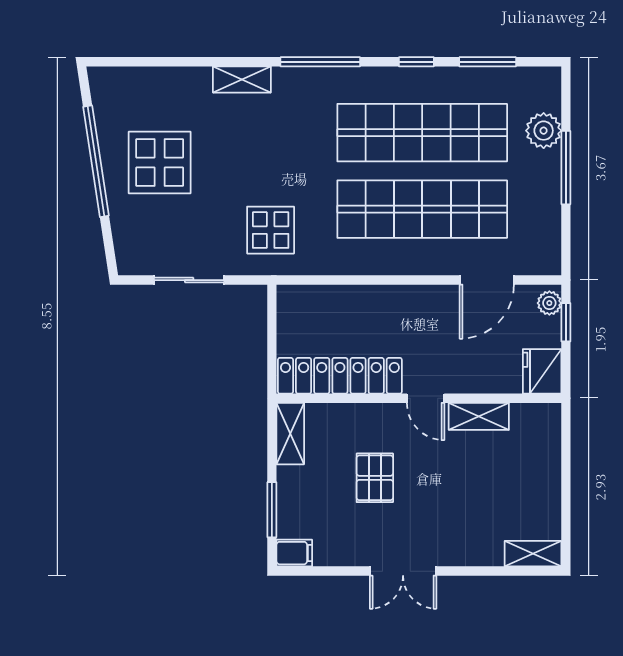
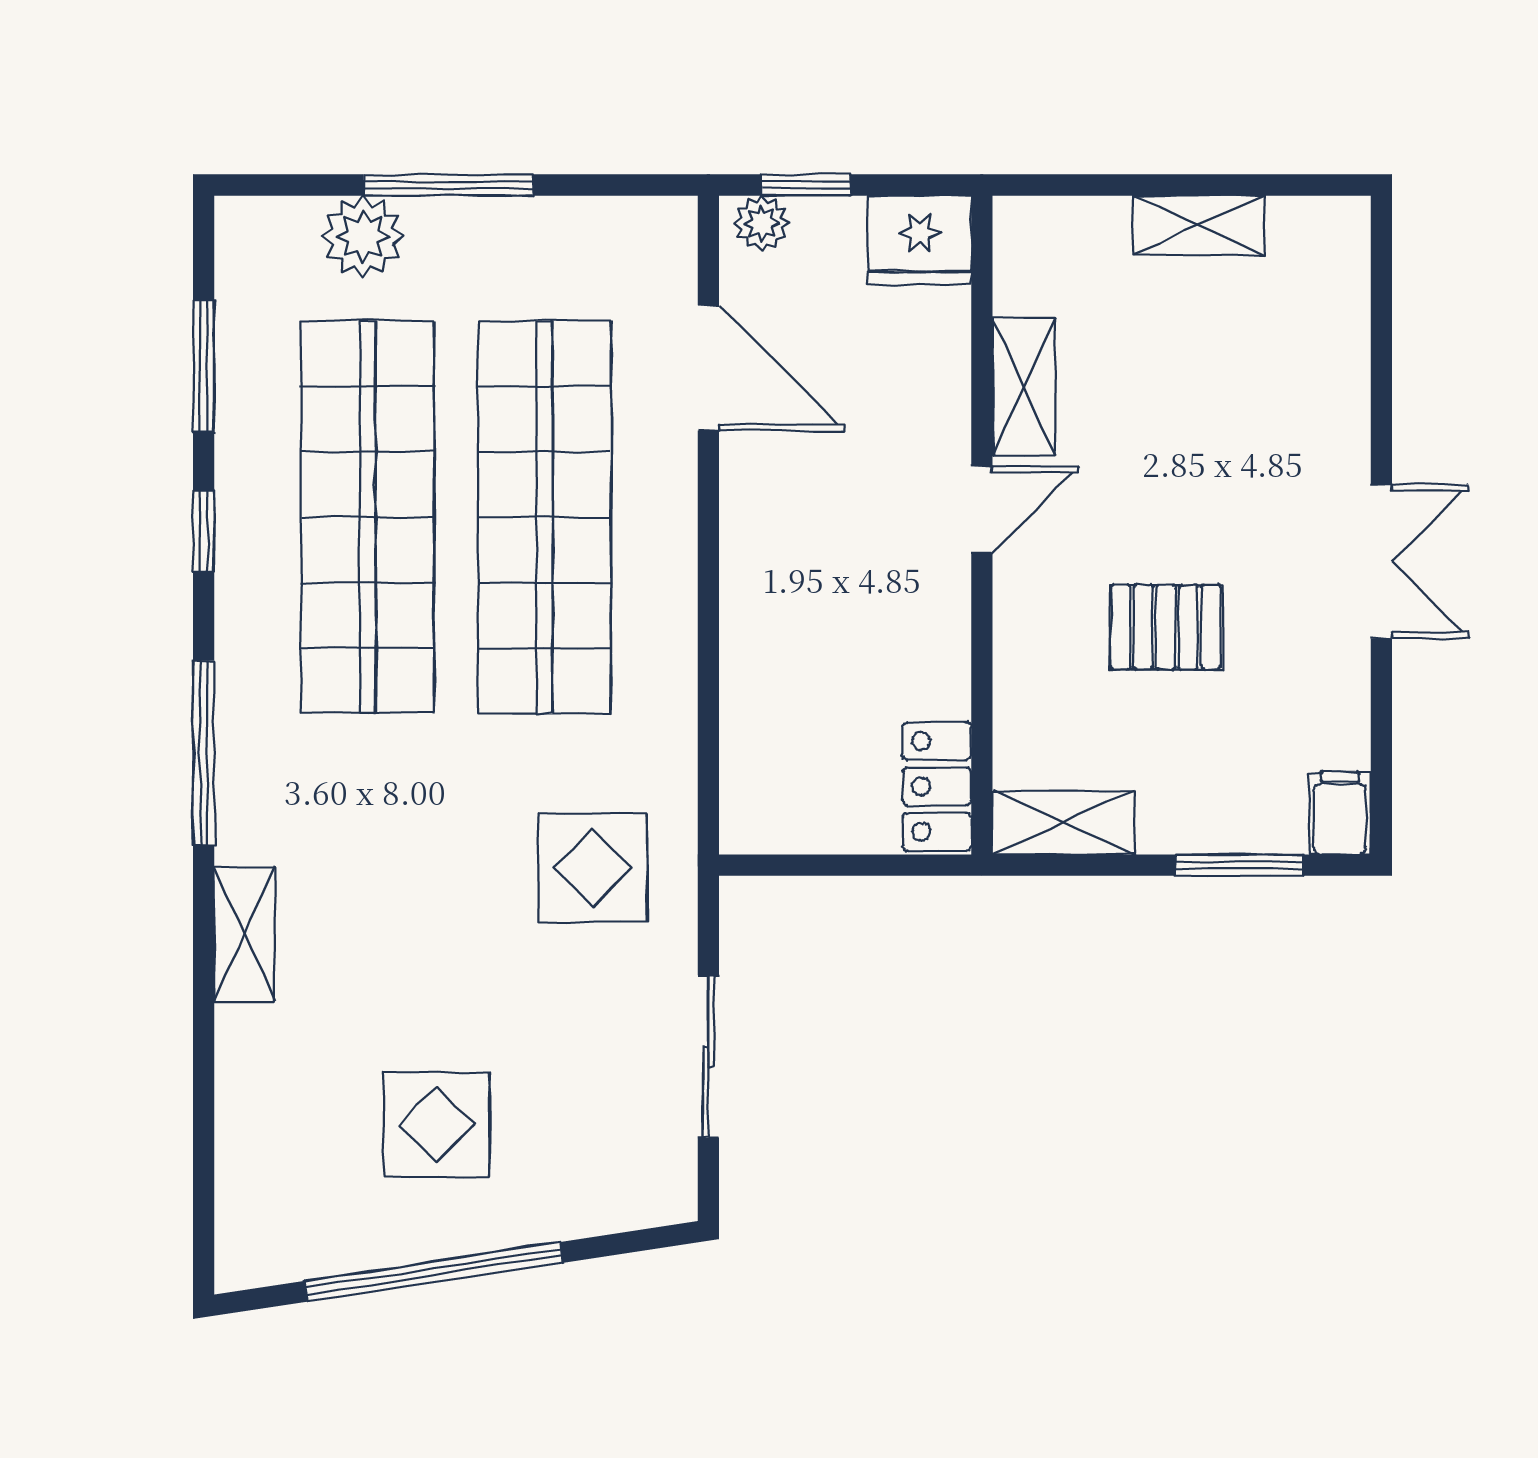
display table: (160, 163) -> (437, 1125), width x0.73, depth x0.73
locker: (340, 376) -> (937, 786), width x0.46, depth x0.83
shelving: (533, 554) -> (1198, 225), moved, turned 90

